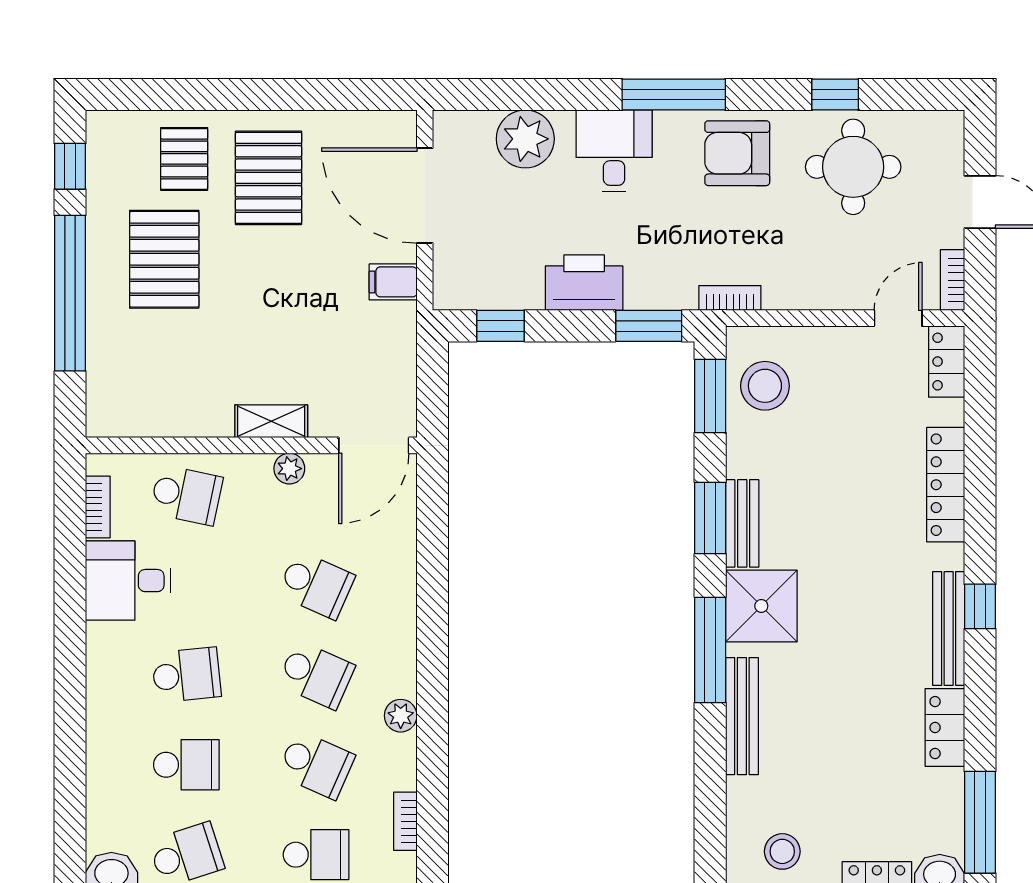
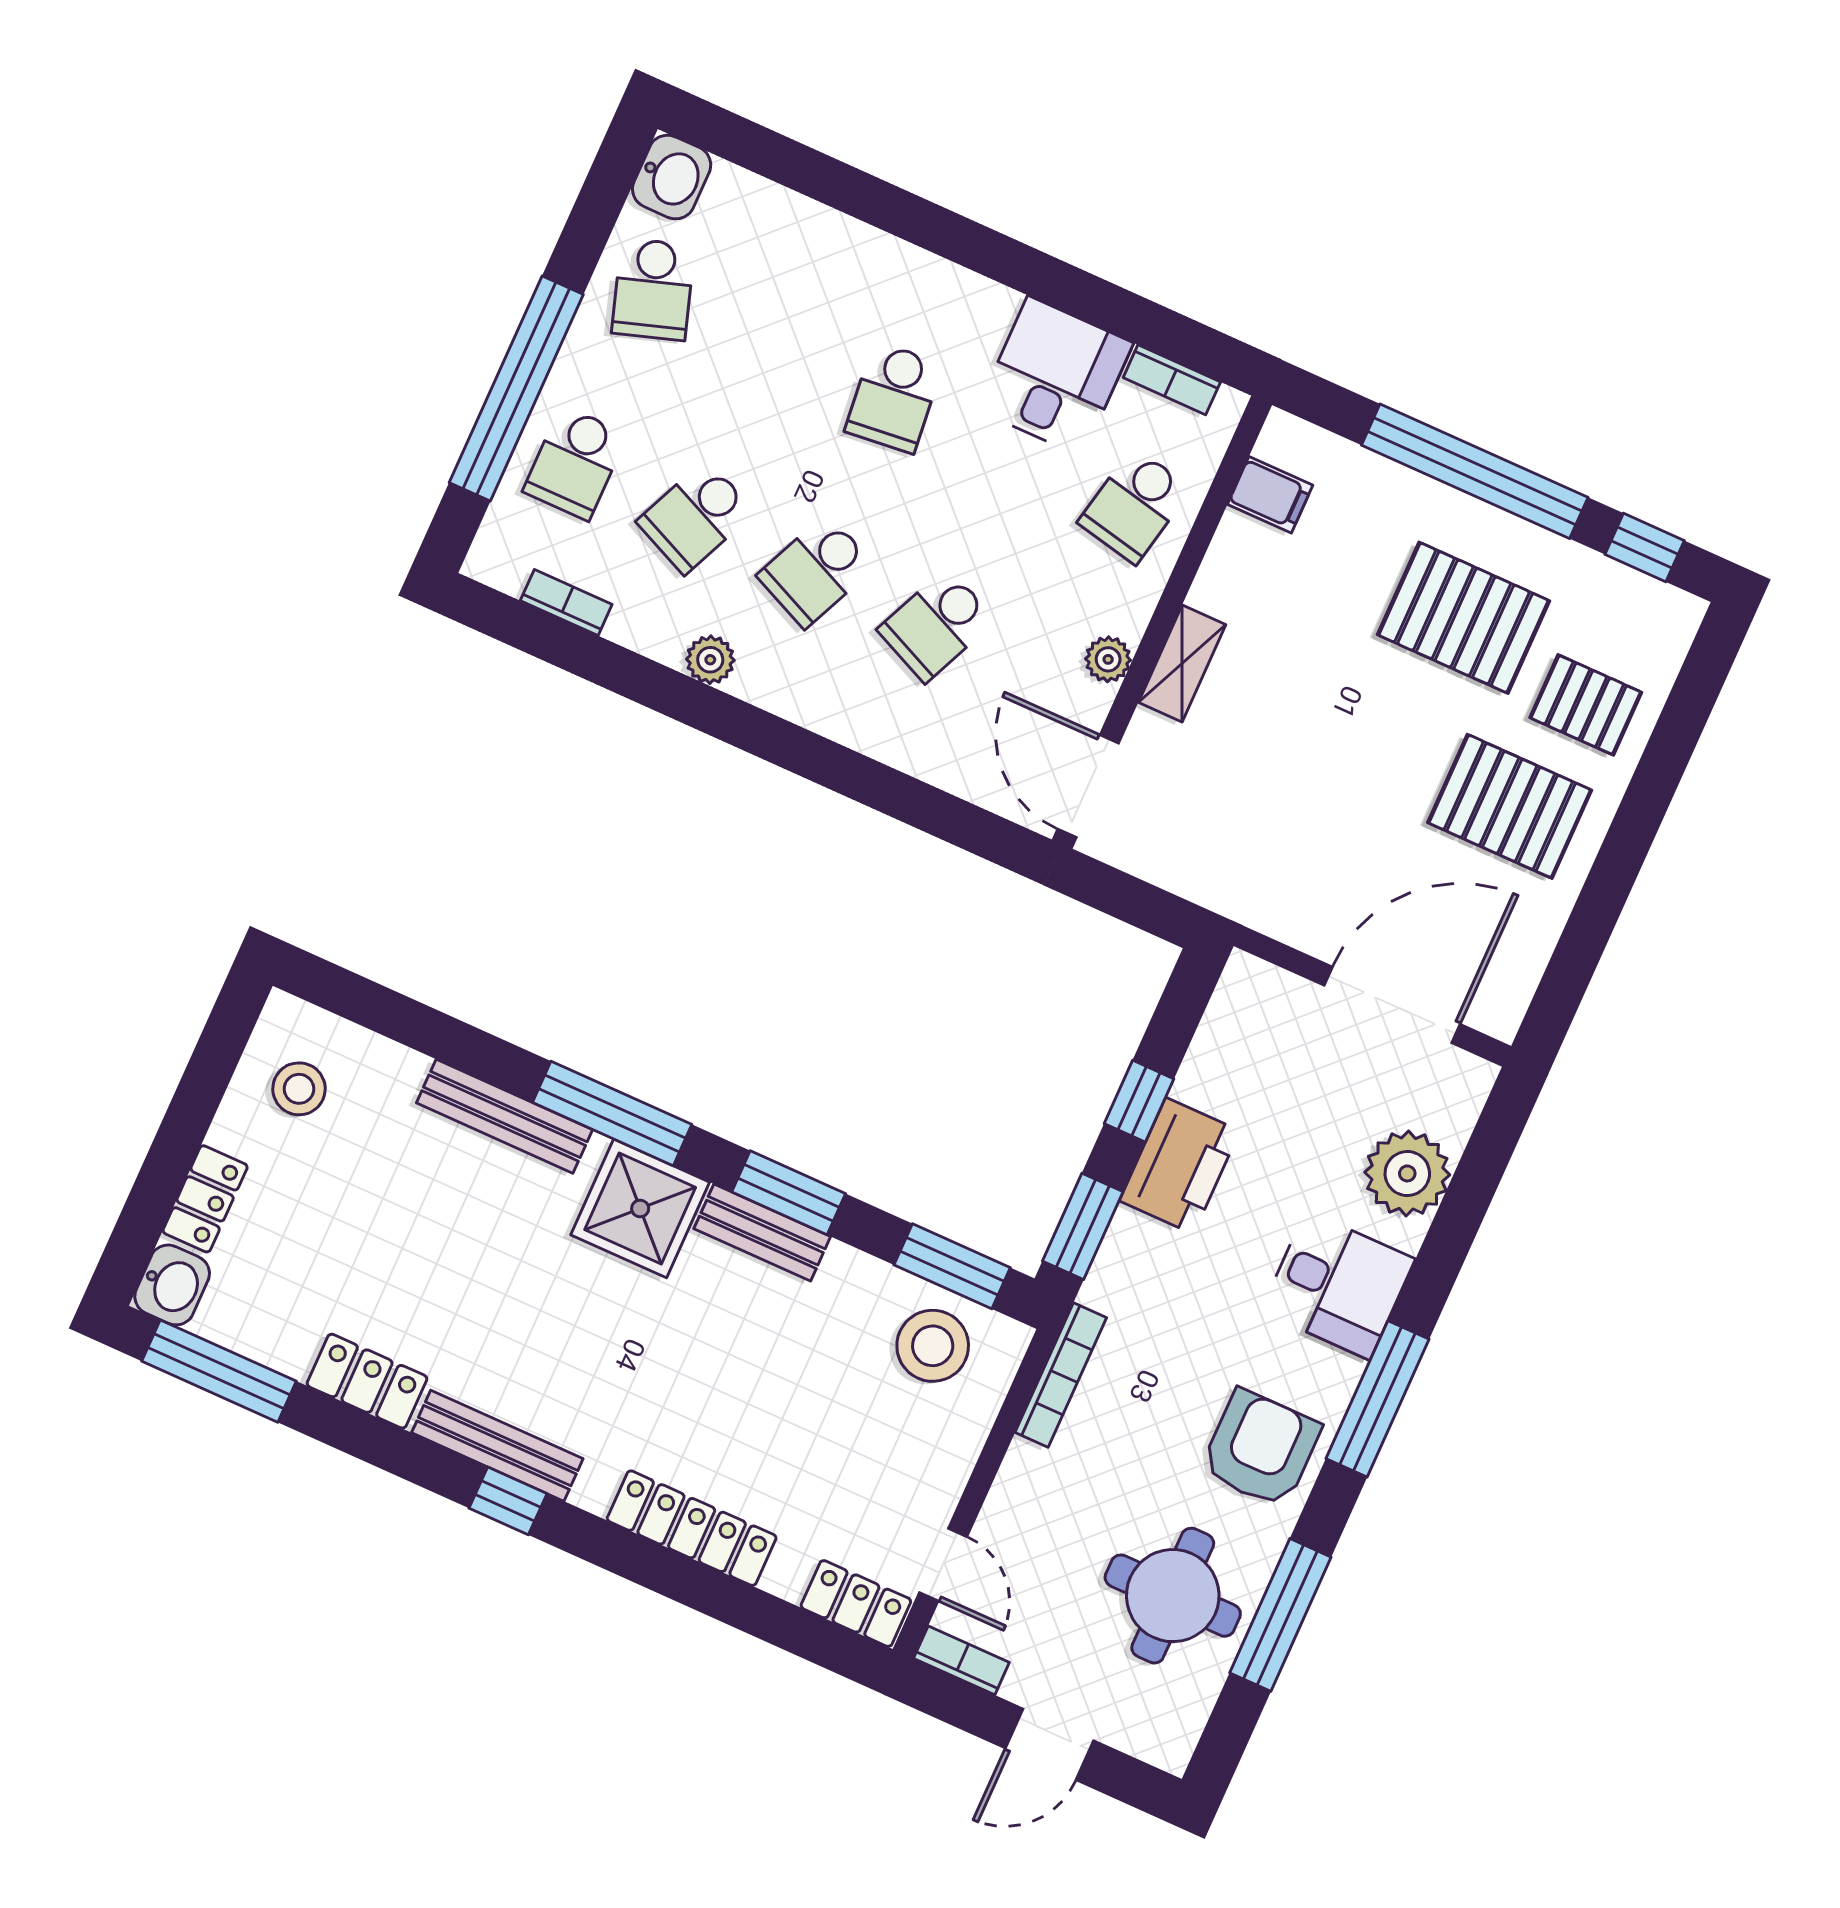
window: (835, 95) -> (1280, 1615), width x2.17
filing cabinet: (393, 282) -> (1270, 495), moved, turned 90
bookcase: (730, 298) -> (1061, 1375), width x1.56
window: (500, 326) -> (1139, 1101), moved
school desk: (186, 765) -> (773, 343), removed

